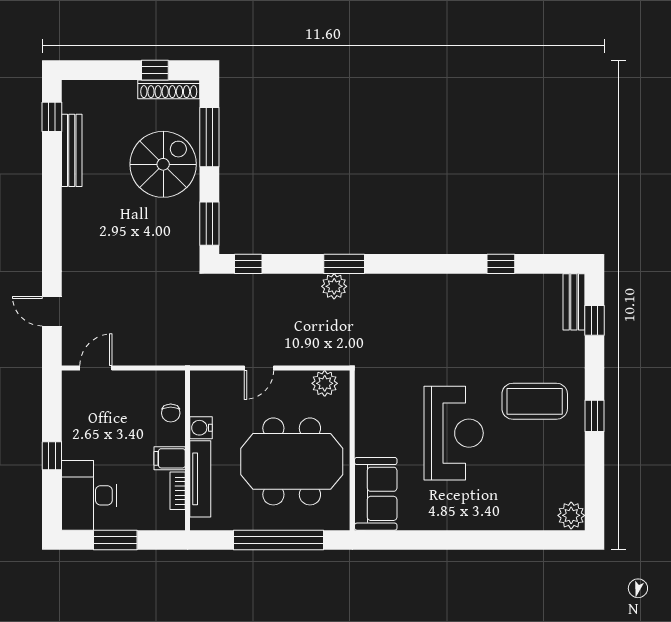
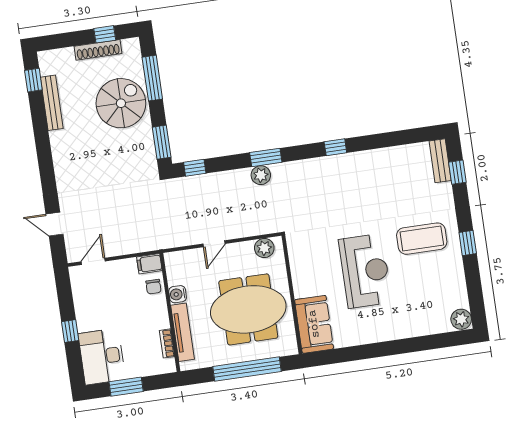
shoe rack: (169, 89) -> (98, 50), moved
window: (501, 264) -> (335, 147), moved
filing cabinet: (170, 458) -> (149, 264), moved

